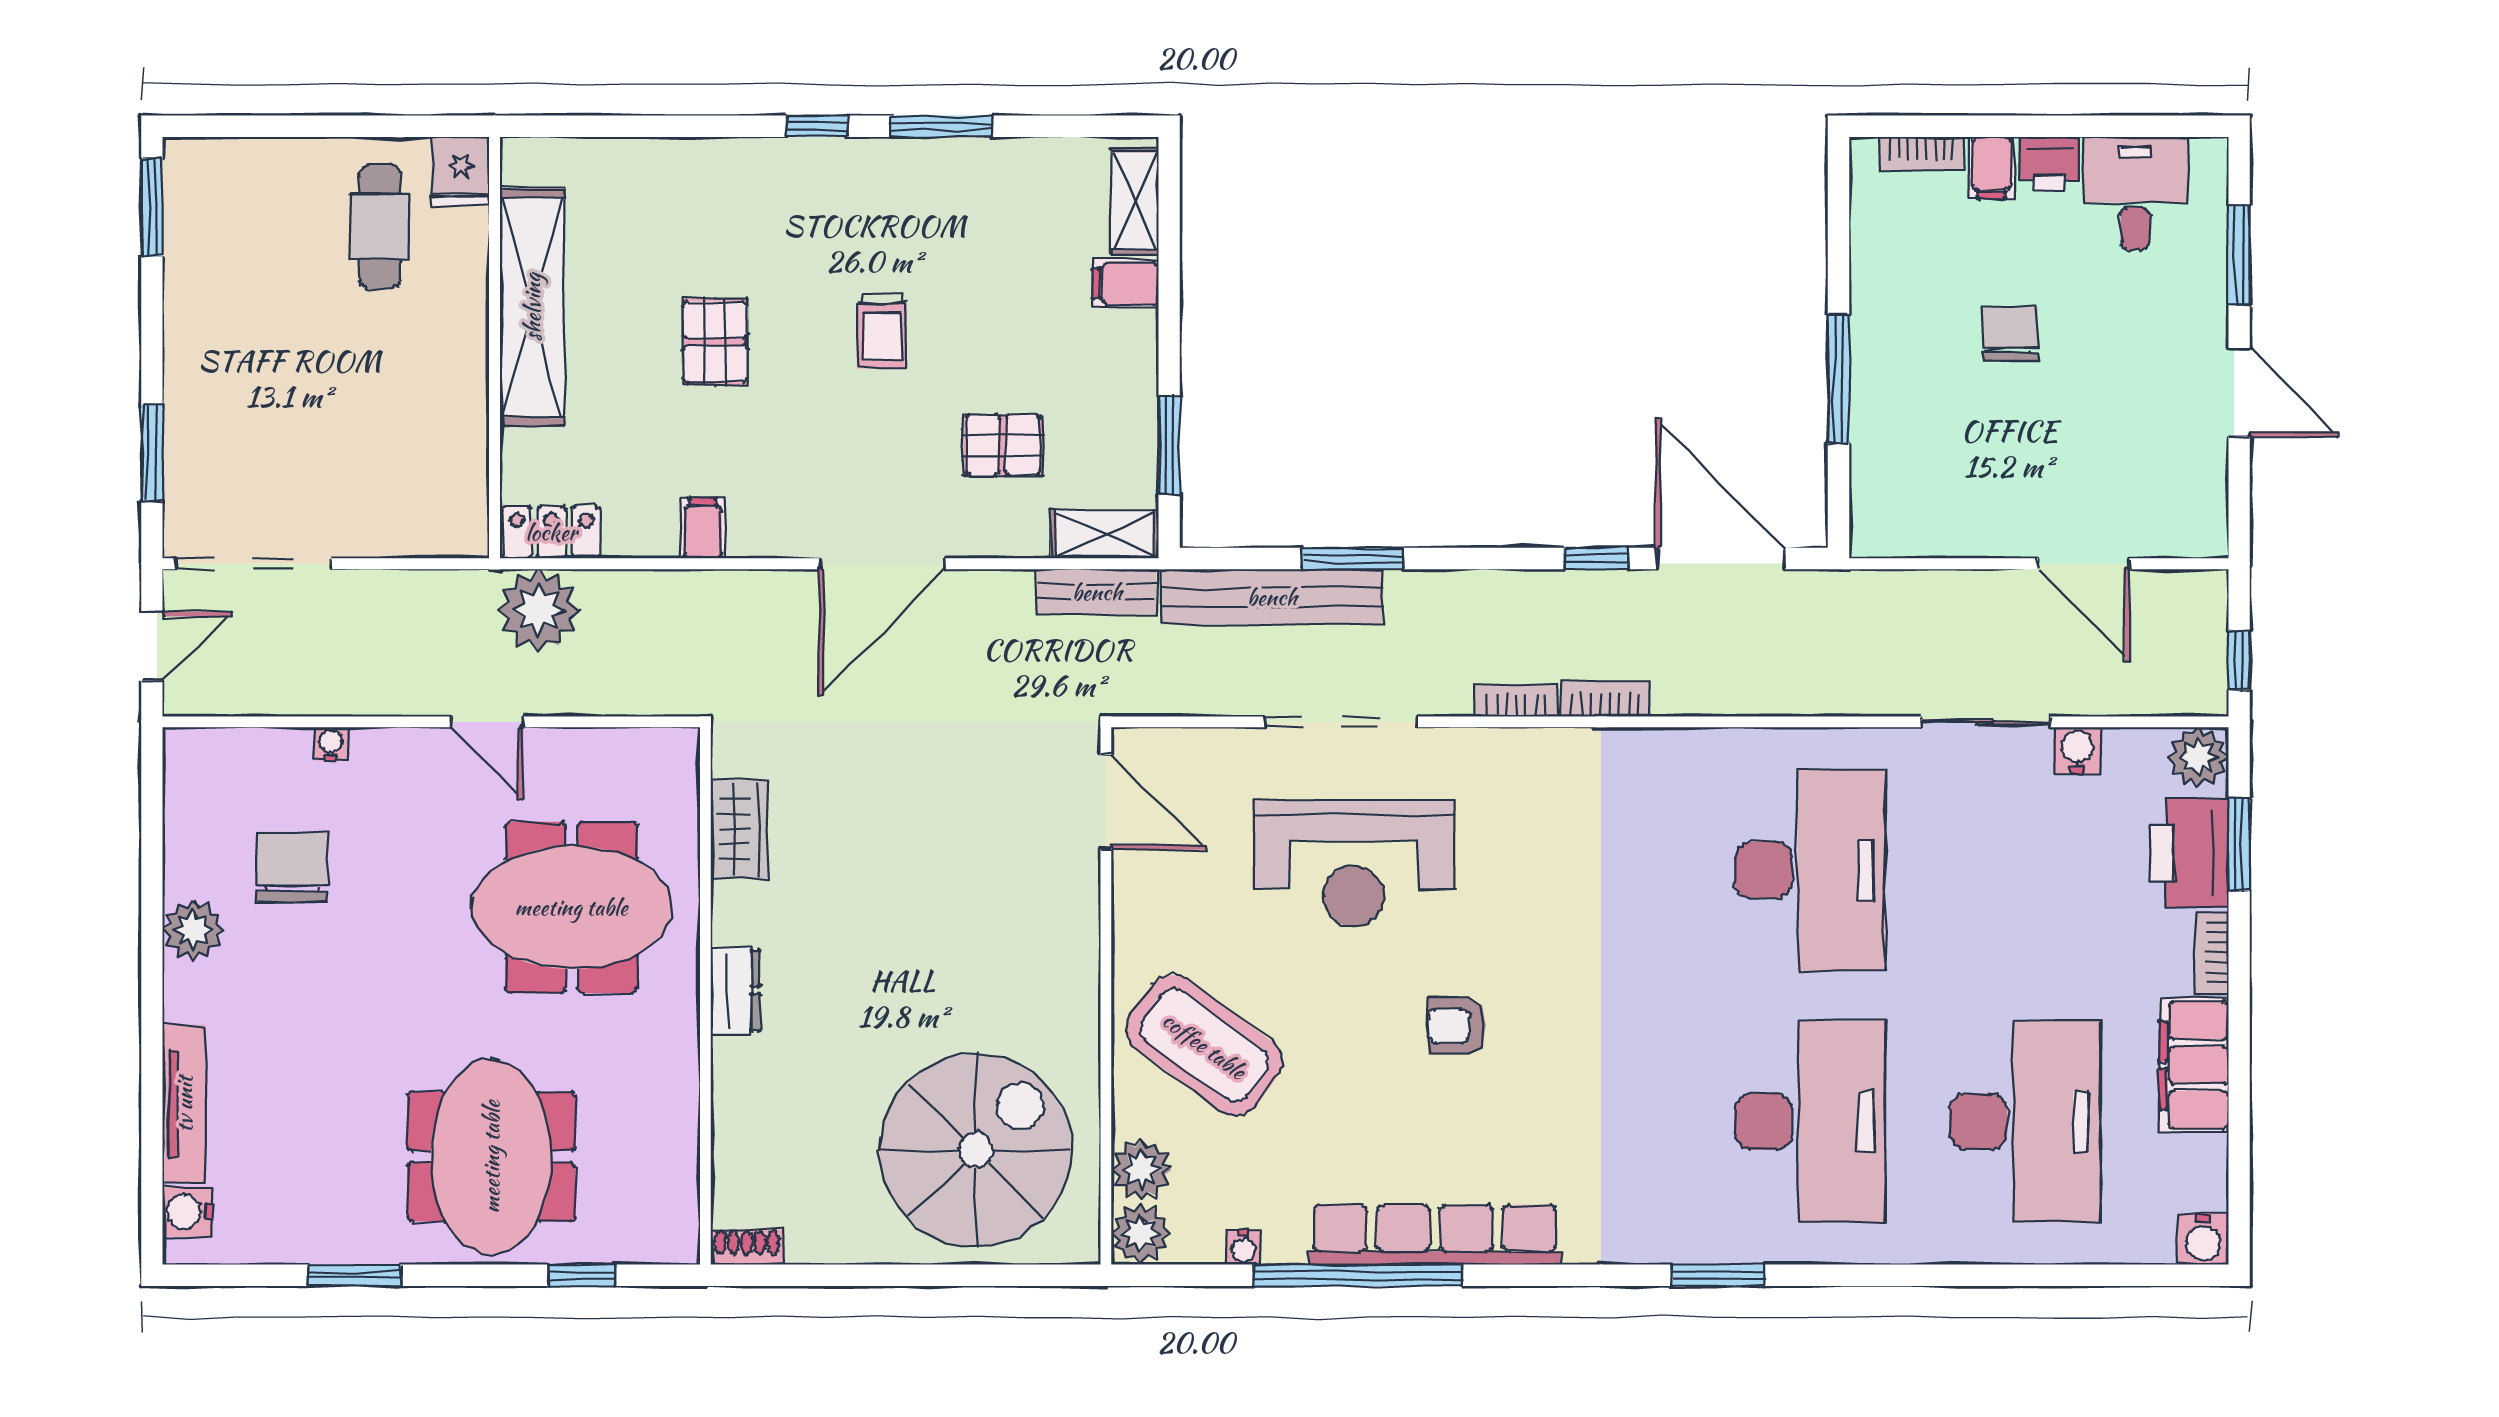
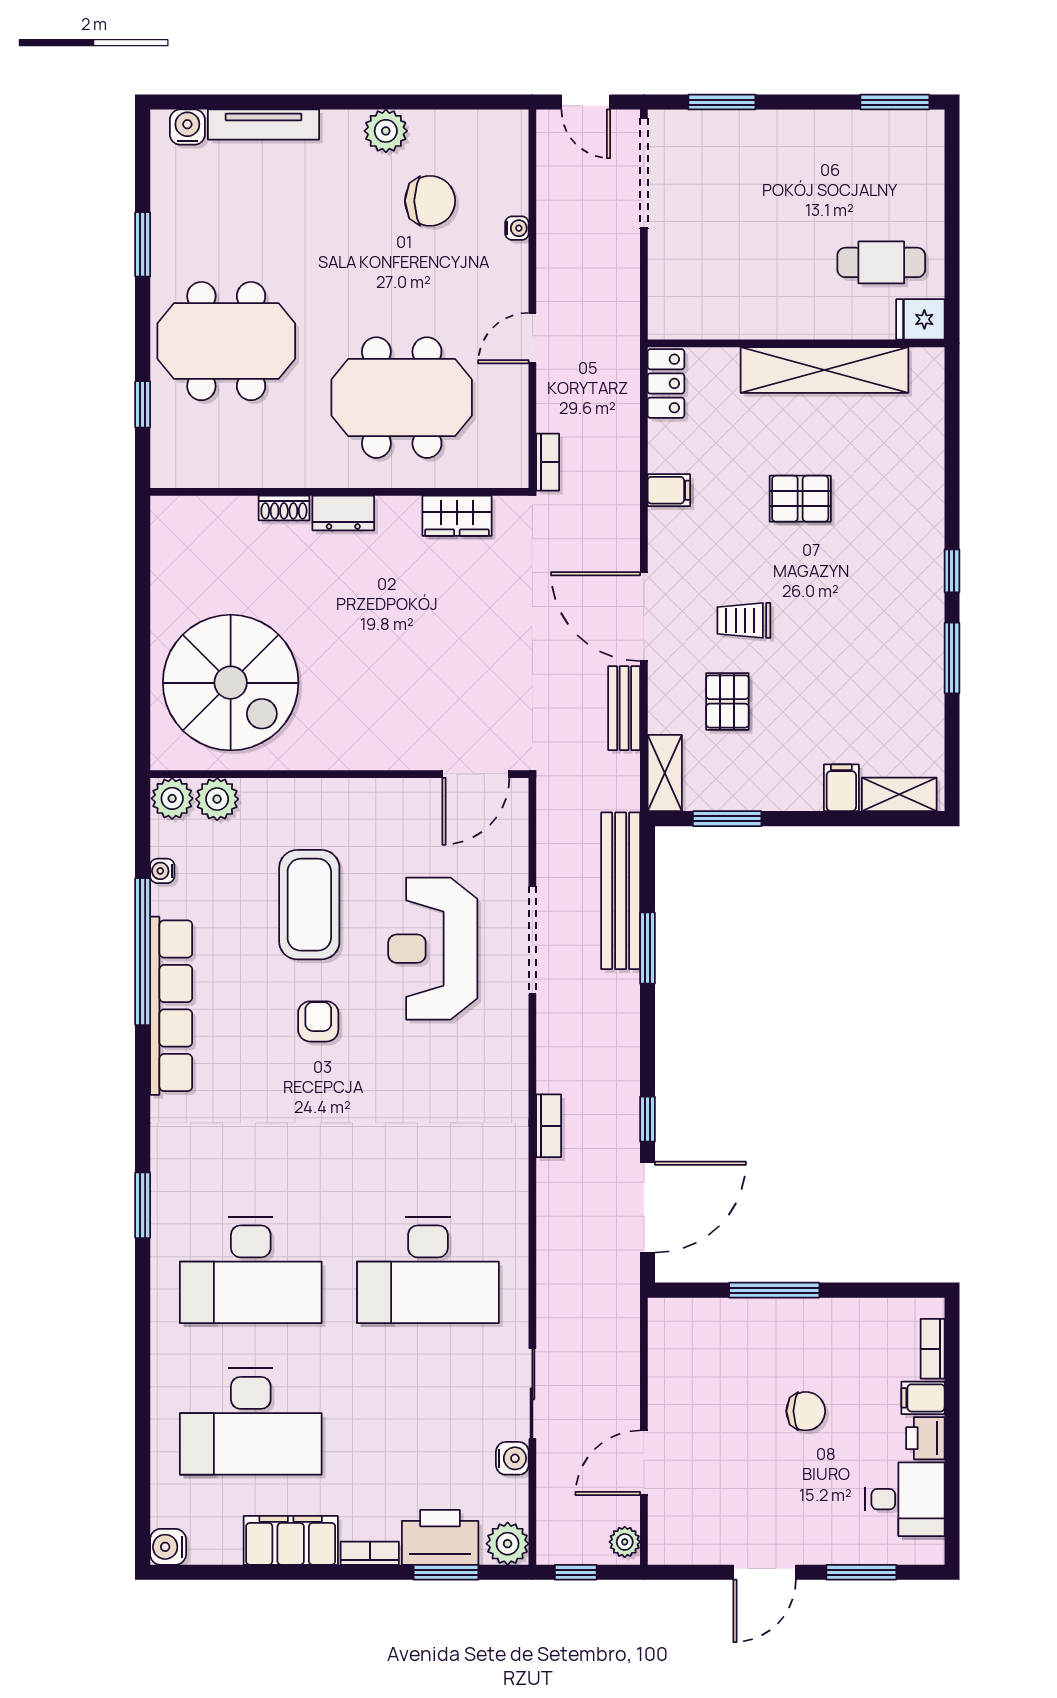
trolley: (882, 331) -> (744, 620), moved
bench: (1097, 592) -> (624, 708), moved
plant: (539, 610) -> (625, 1542), moved, width x0.53, depth x0.53
bookcase: (1516, 700) -> (548, 462), moved
meeting table: (571, 907) -> (402, 398), turned 90
coffee table: (1204, 1045) -> (309, 905), moved, turned -36
shoe rack: (747, 1247) -> (284, 508), moved, turned 90

